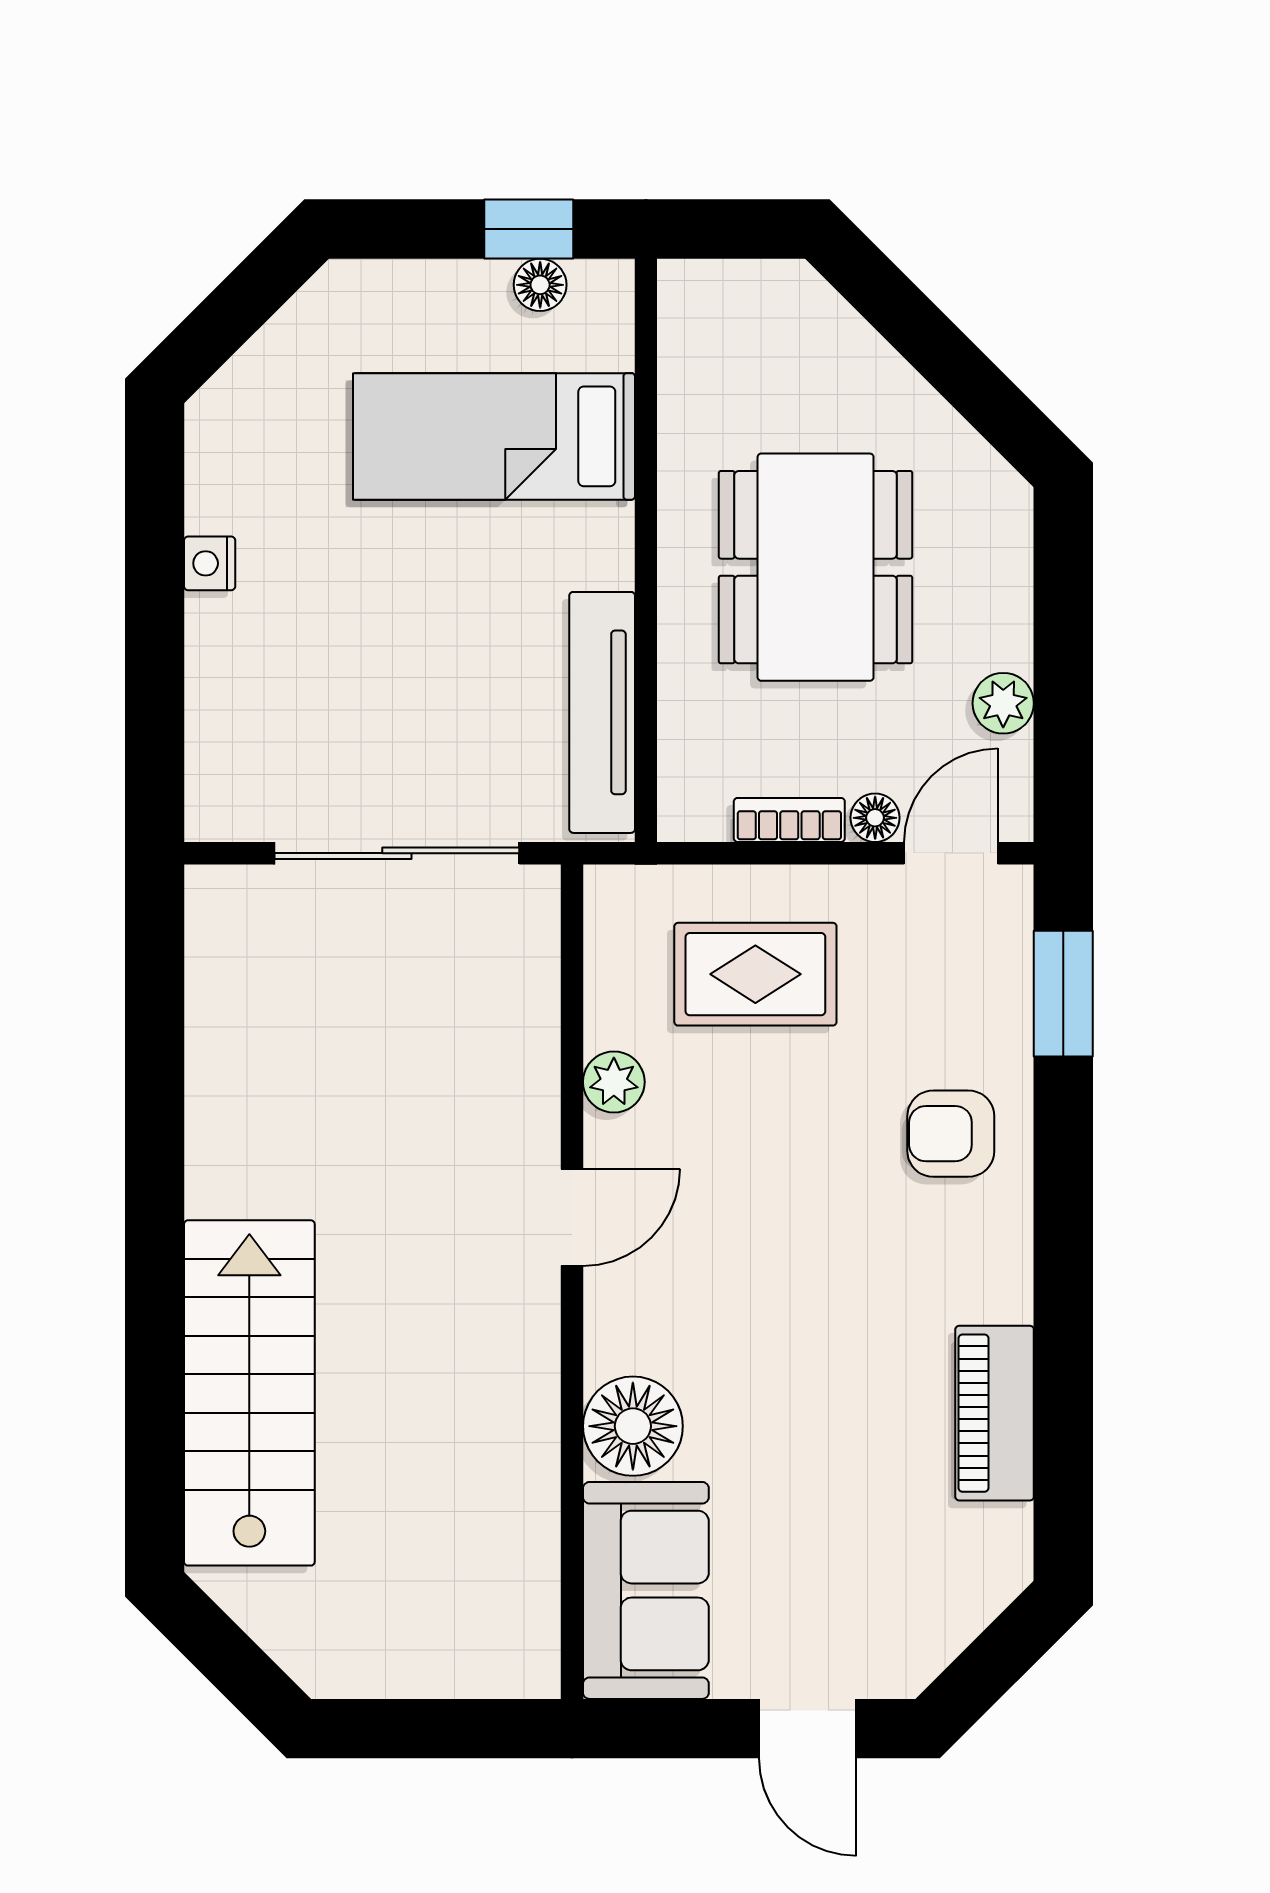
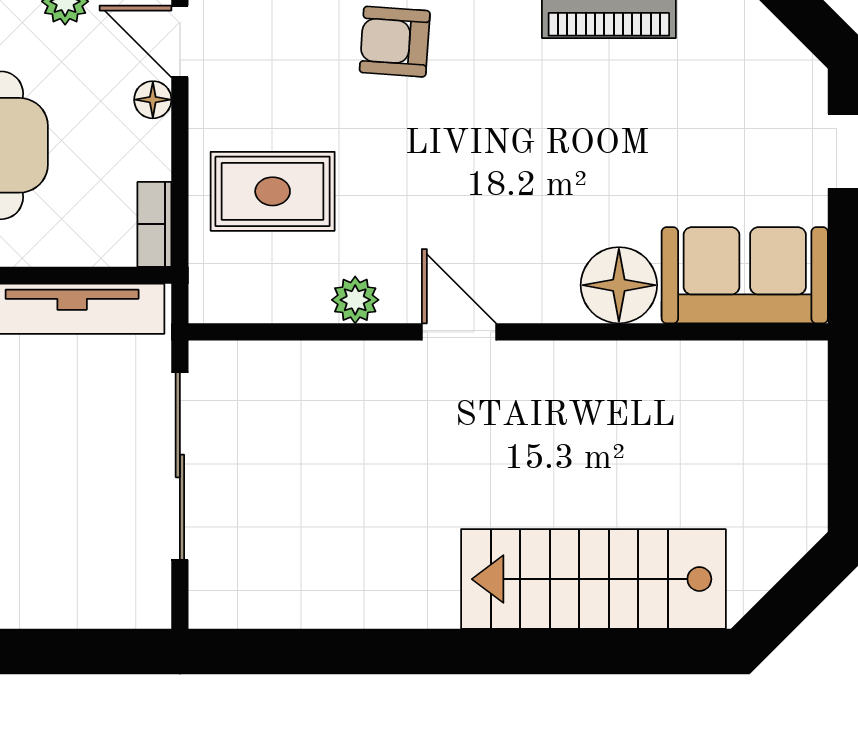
bookcase: (789, 820) -> (154, 224), moved
rug: (755, 974) -> (273, 191), turned 90
armchair: (951, 1134) -> (395, 42), turned 94

